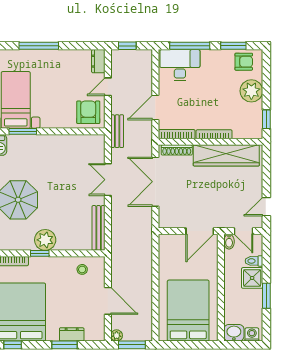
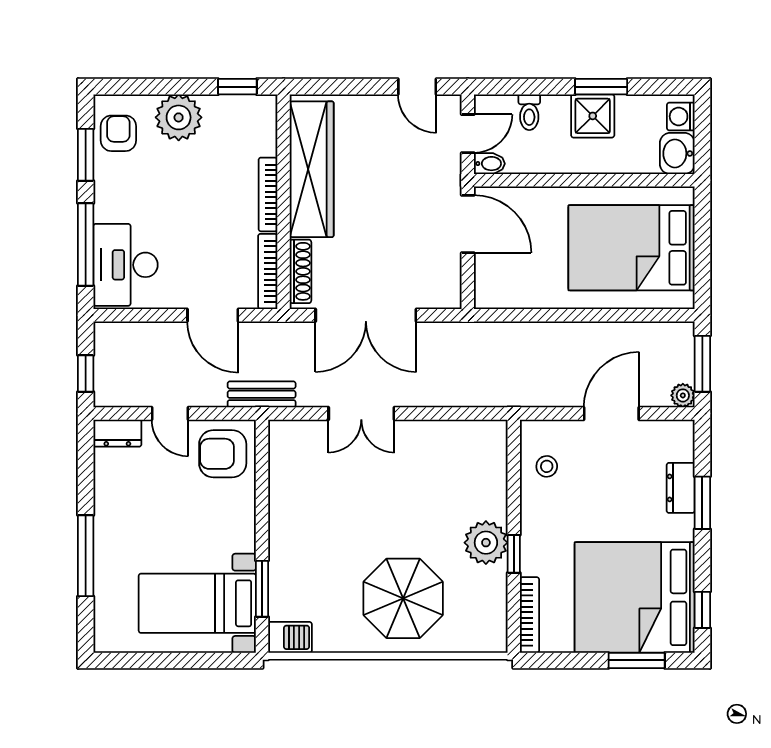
bench: (99, 228) -> (461, 433), removed
shower: (252, 278) -> (593, 116), moved

